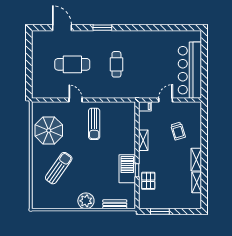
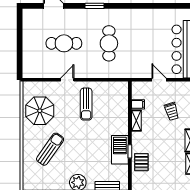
cafe table: (116, 64) -> (109, 43), width x1.37, depth x1.35
door: (76, 100) -> (67, 80), hinge flipped
door: (166, 100) -> (159, 80), hinge flipped
filing cabinet: (145, 106) -> (138, 104), moved

